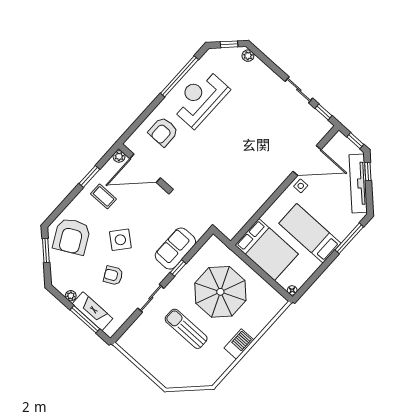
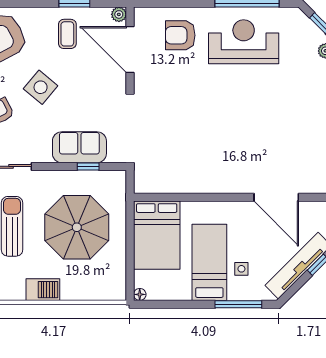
side table: (301, 186) -> (241, 269), moved
window: (178, 268) -> (88, 166), moved

